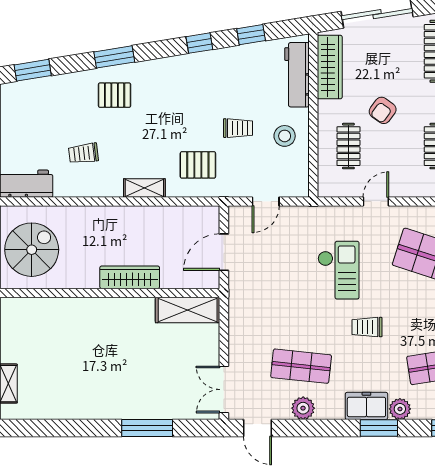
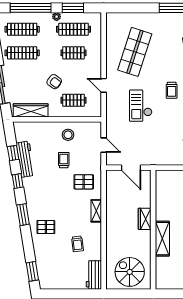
window: (114, 57) -> (23, 215), moved
workbench: (297, 75) -> (25, 159), moved, turned -99
pallet: (115, 95) -> (46, 227), turned 90
pallet: (198, 165) -> (84, 182), turned 90
checkout: (338, 270) -> (141, 106), turned -90
wardrobe: (130, 277) -> (145, 219), width x0.67
shelving: (188, 310) -> (162, 239), moved

